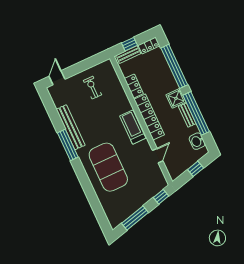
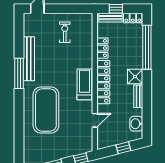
window: (196, 113) -> (147, 98), removed

